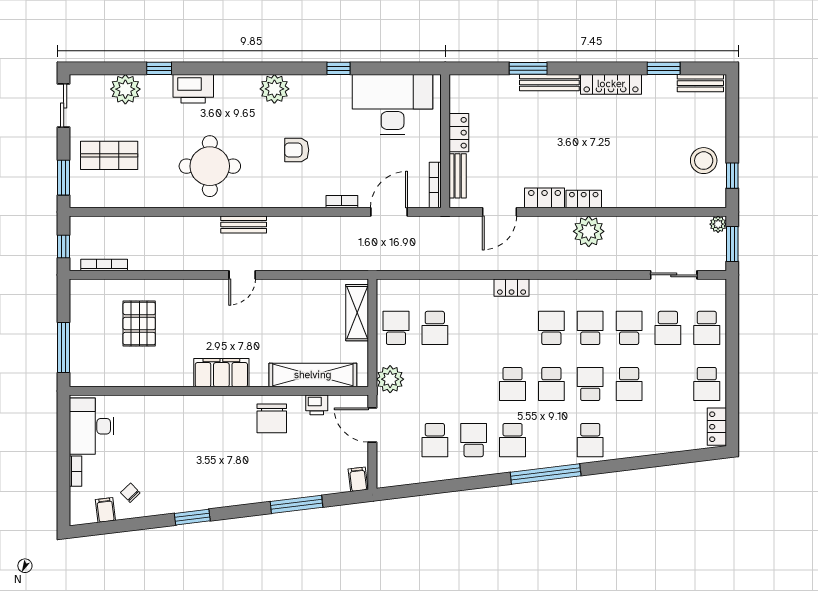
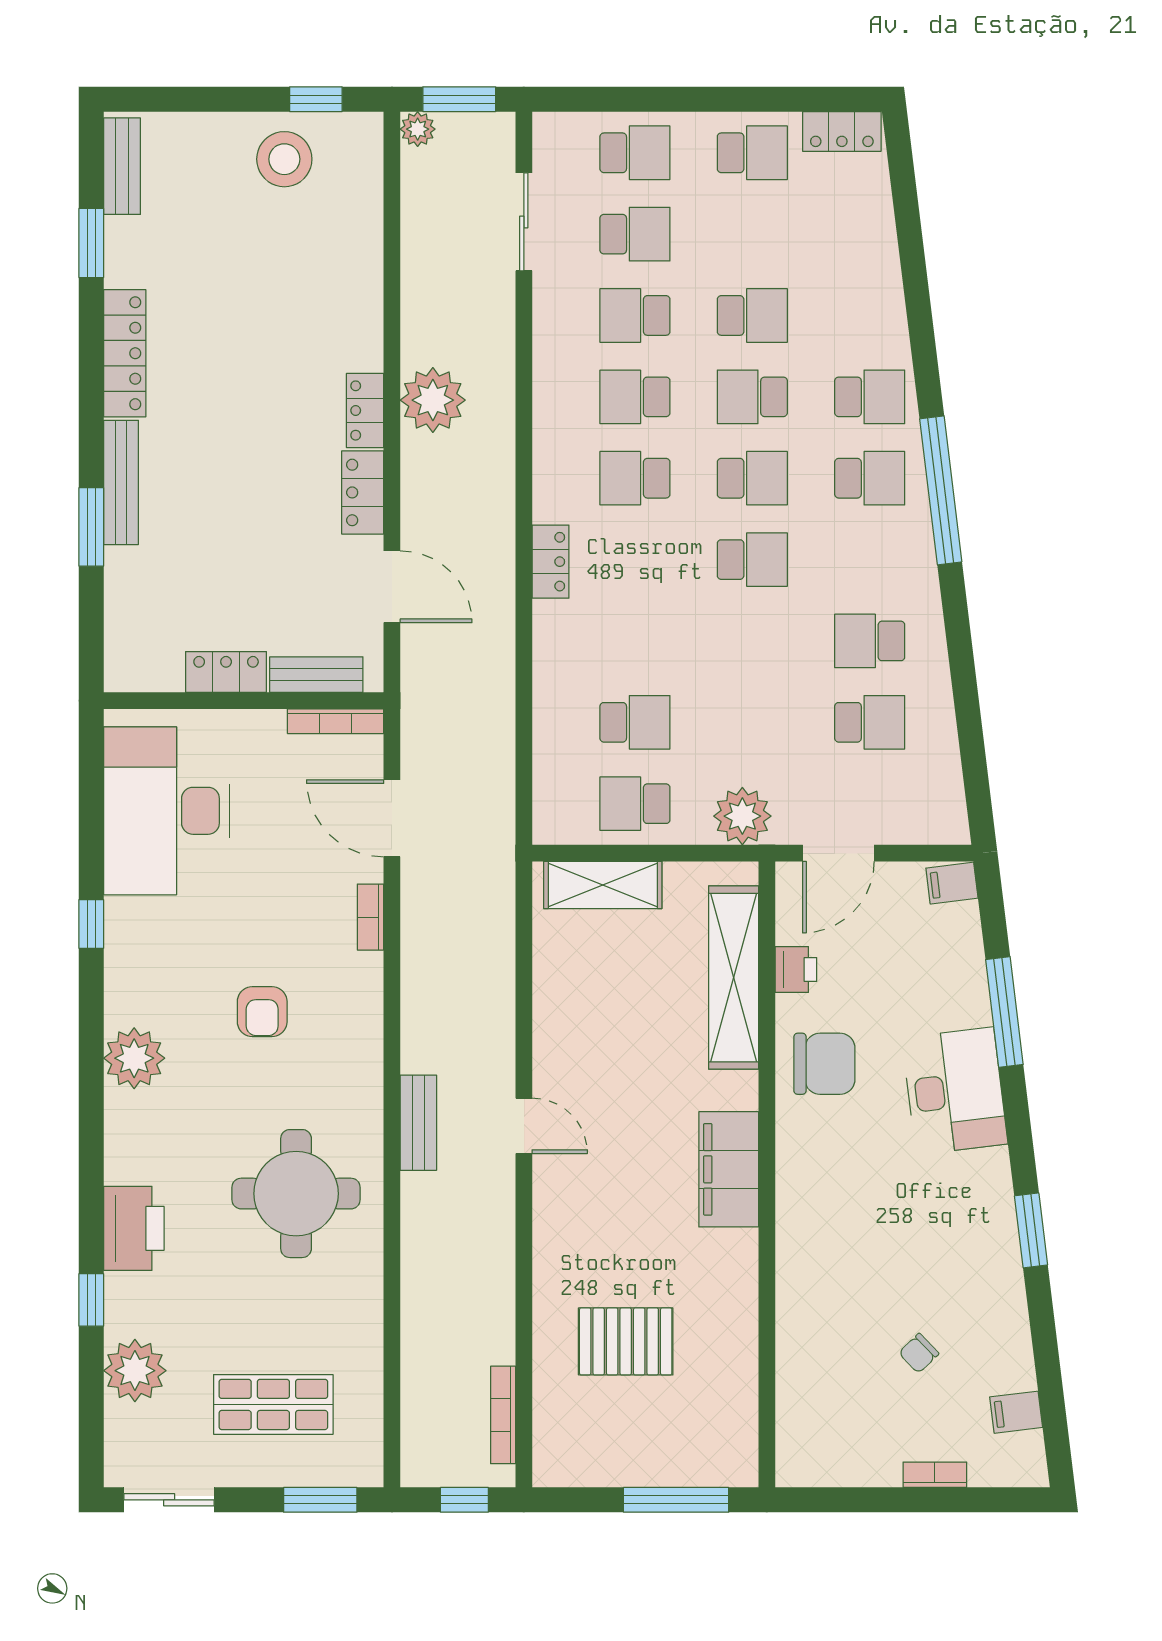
shop shelf: (109, 155) -> (273, 1404), turned 90
desk: (92, 426) -> (955, 1091), moved, turned -97
school desk: (513, 440) -> (870, 478), moved
chair: (130, 493) -> (919, 1353), moved

